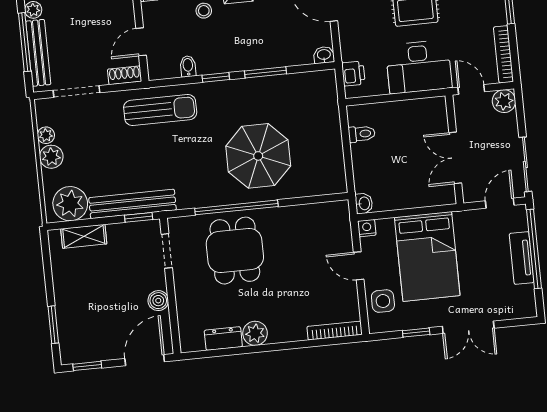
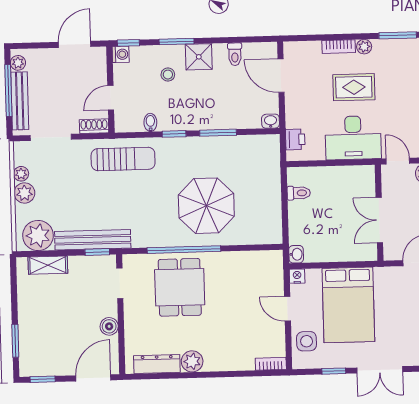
bookcase: (335, 331) -> (271, 364), width x0.64
dresser: (223, 339) -> (157, 364), width x1.44

